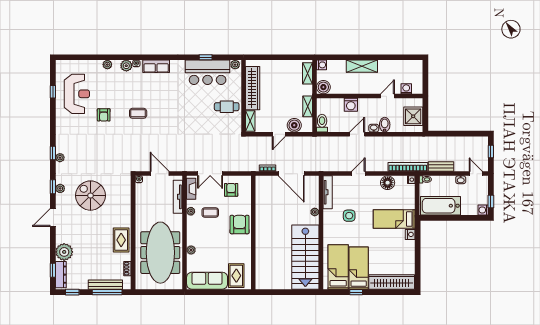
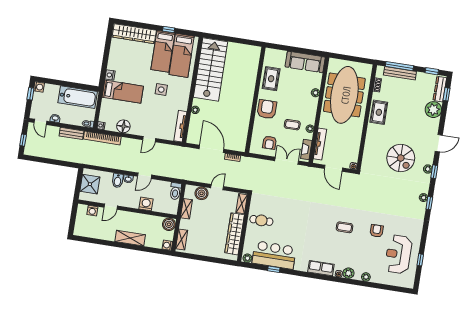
side table: (349, 216) -> (161, 90), moved
armchair: (240, 225) -> (267, 109), turned 180
rug: (236, 276) -> (271, 79), moved

